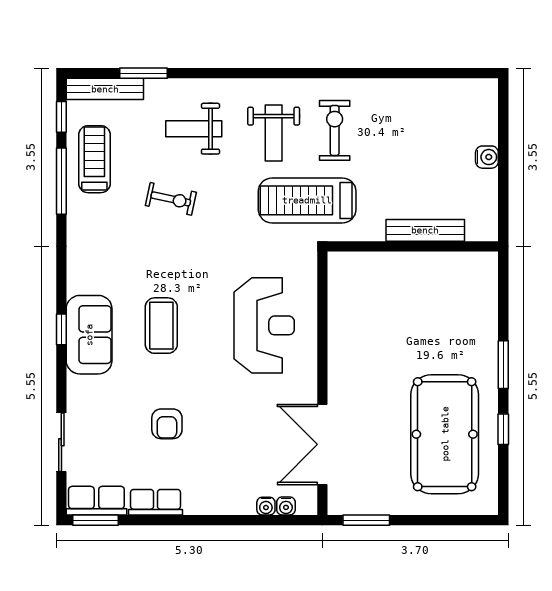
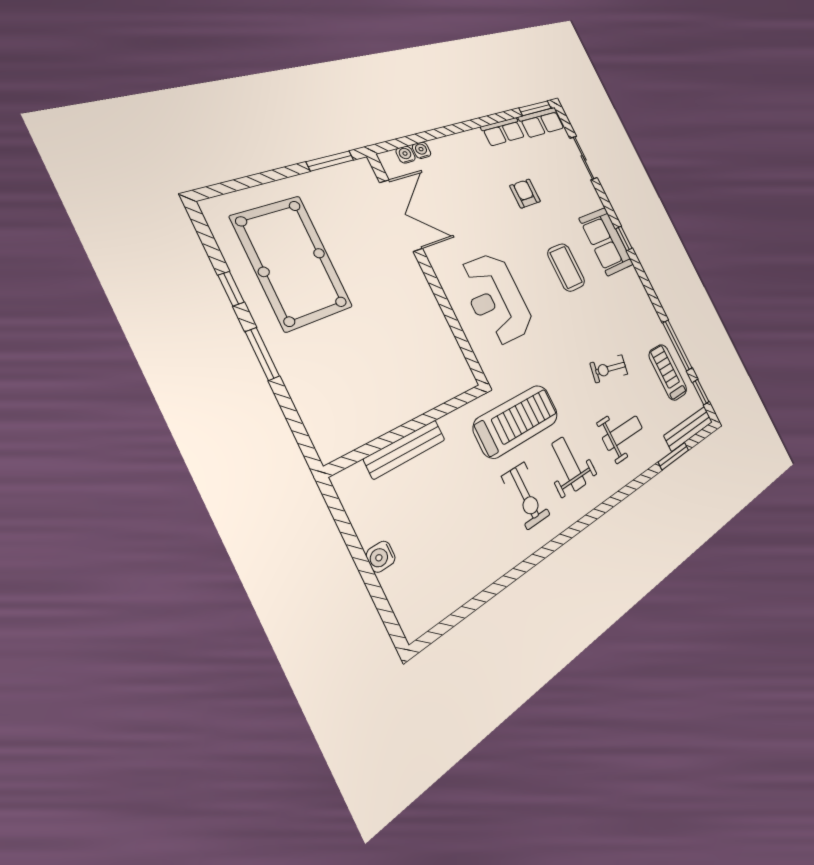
treadmill: (94, 159) -> (668, 372), turned 180

